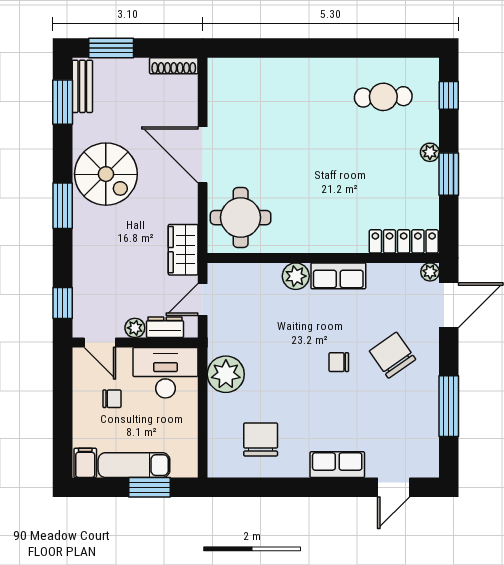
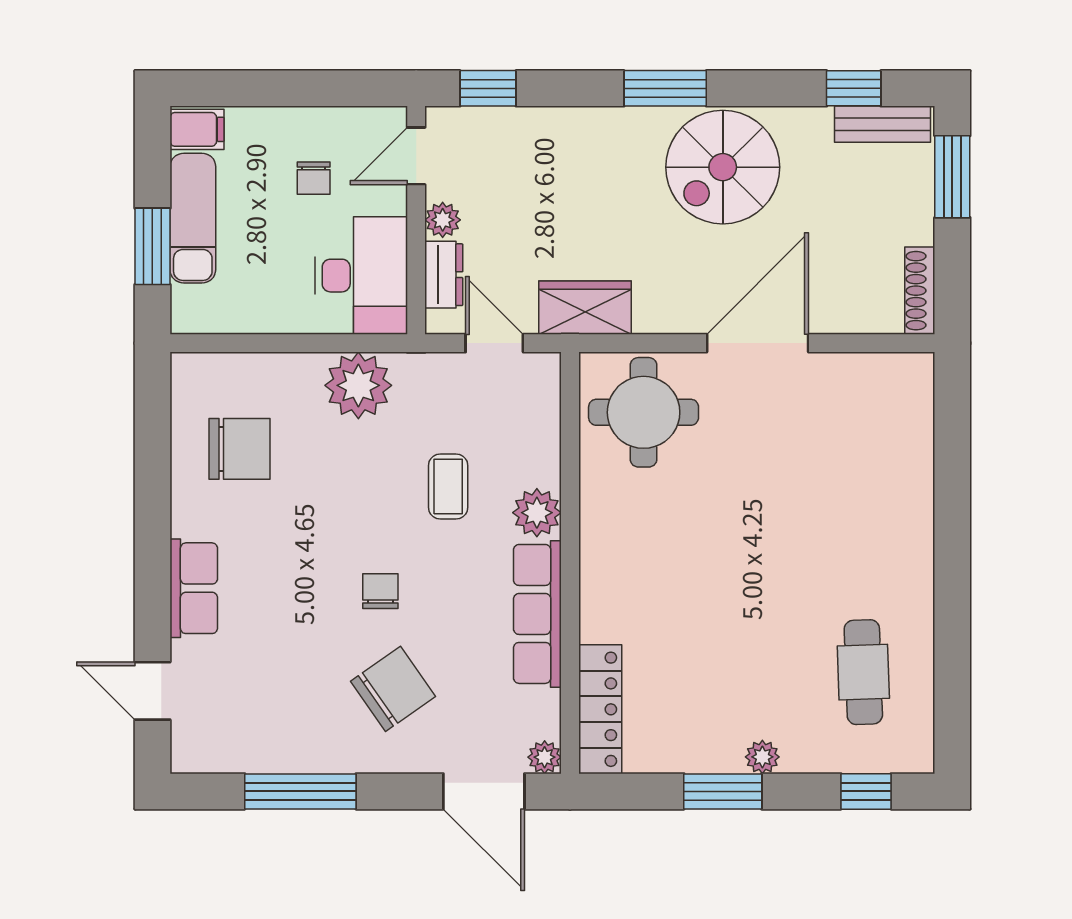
window: (63, 102) -> (854, 88), width x0.67
row of seats: (338, 276) -> (537, 614), width x1.48
coffee table: (281, 325) -> (448, 486), added

